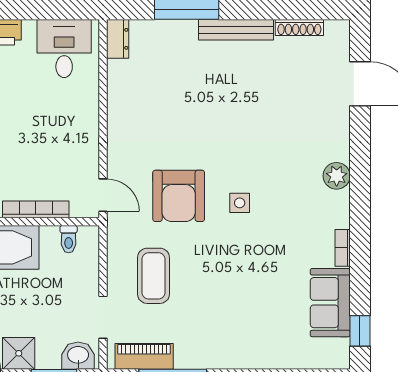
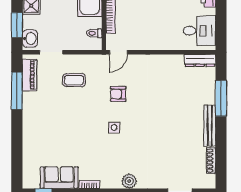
dresser: (118, 39) -> (200, 60), width x1.44
armchair: (179, 196) -> (118, 94), width x0.53, depth x0.53
coffee table: (153, 276) -> (74, 80), width x0.73, depth x0.77

